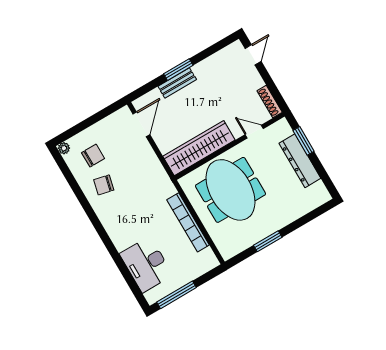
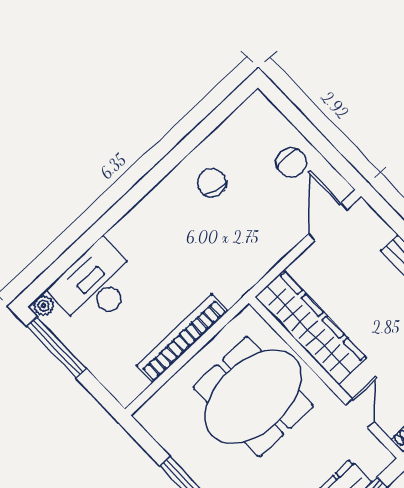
door: (141, 124) -> (328, 222), swing flipped
plant: (64, 148) -> (43, 306), moved
chair: (93, 156) -> (292, 163), moved

